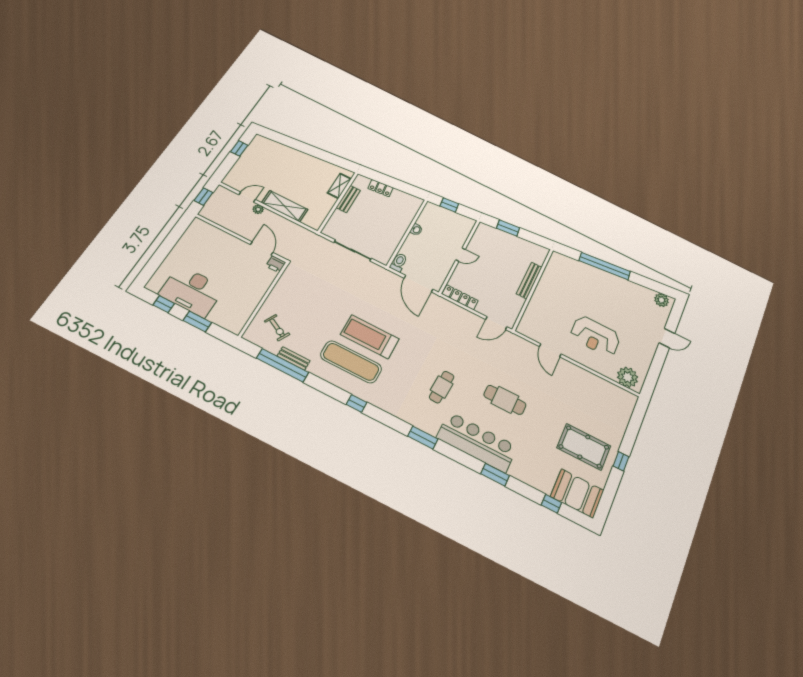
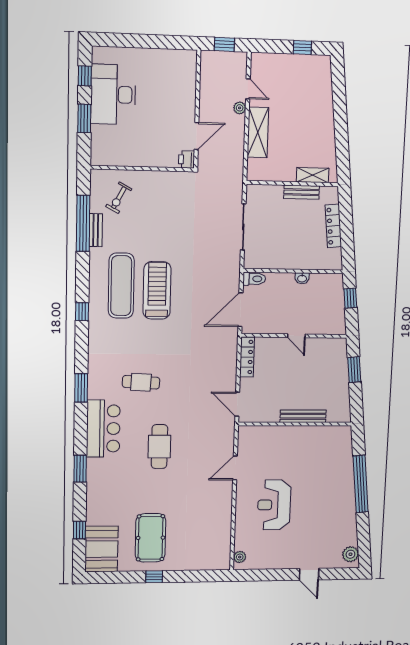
locker: (381, 188) -> (333, 226), width x1.53
plant: (628, 377) -> (240, 557), width x0.53, depth x0.53
bar counter: (477, 442) -> (103, 429), width x0.73

